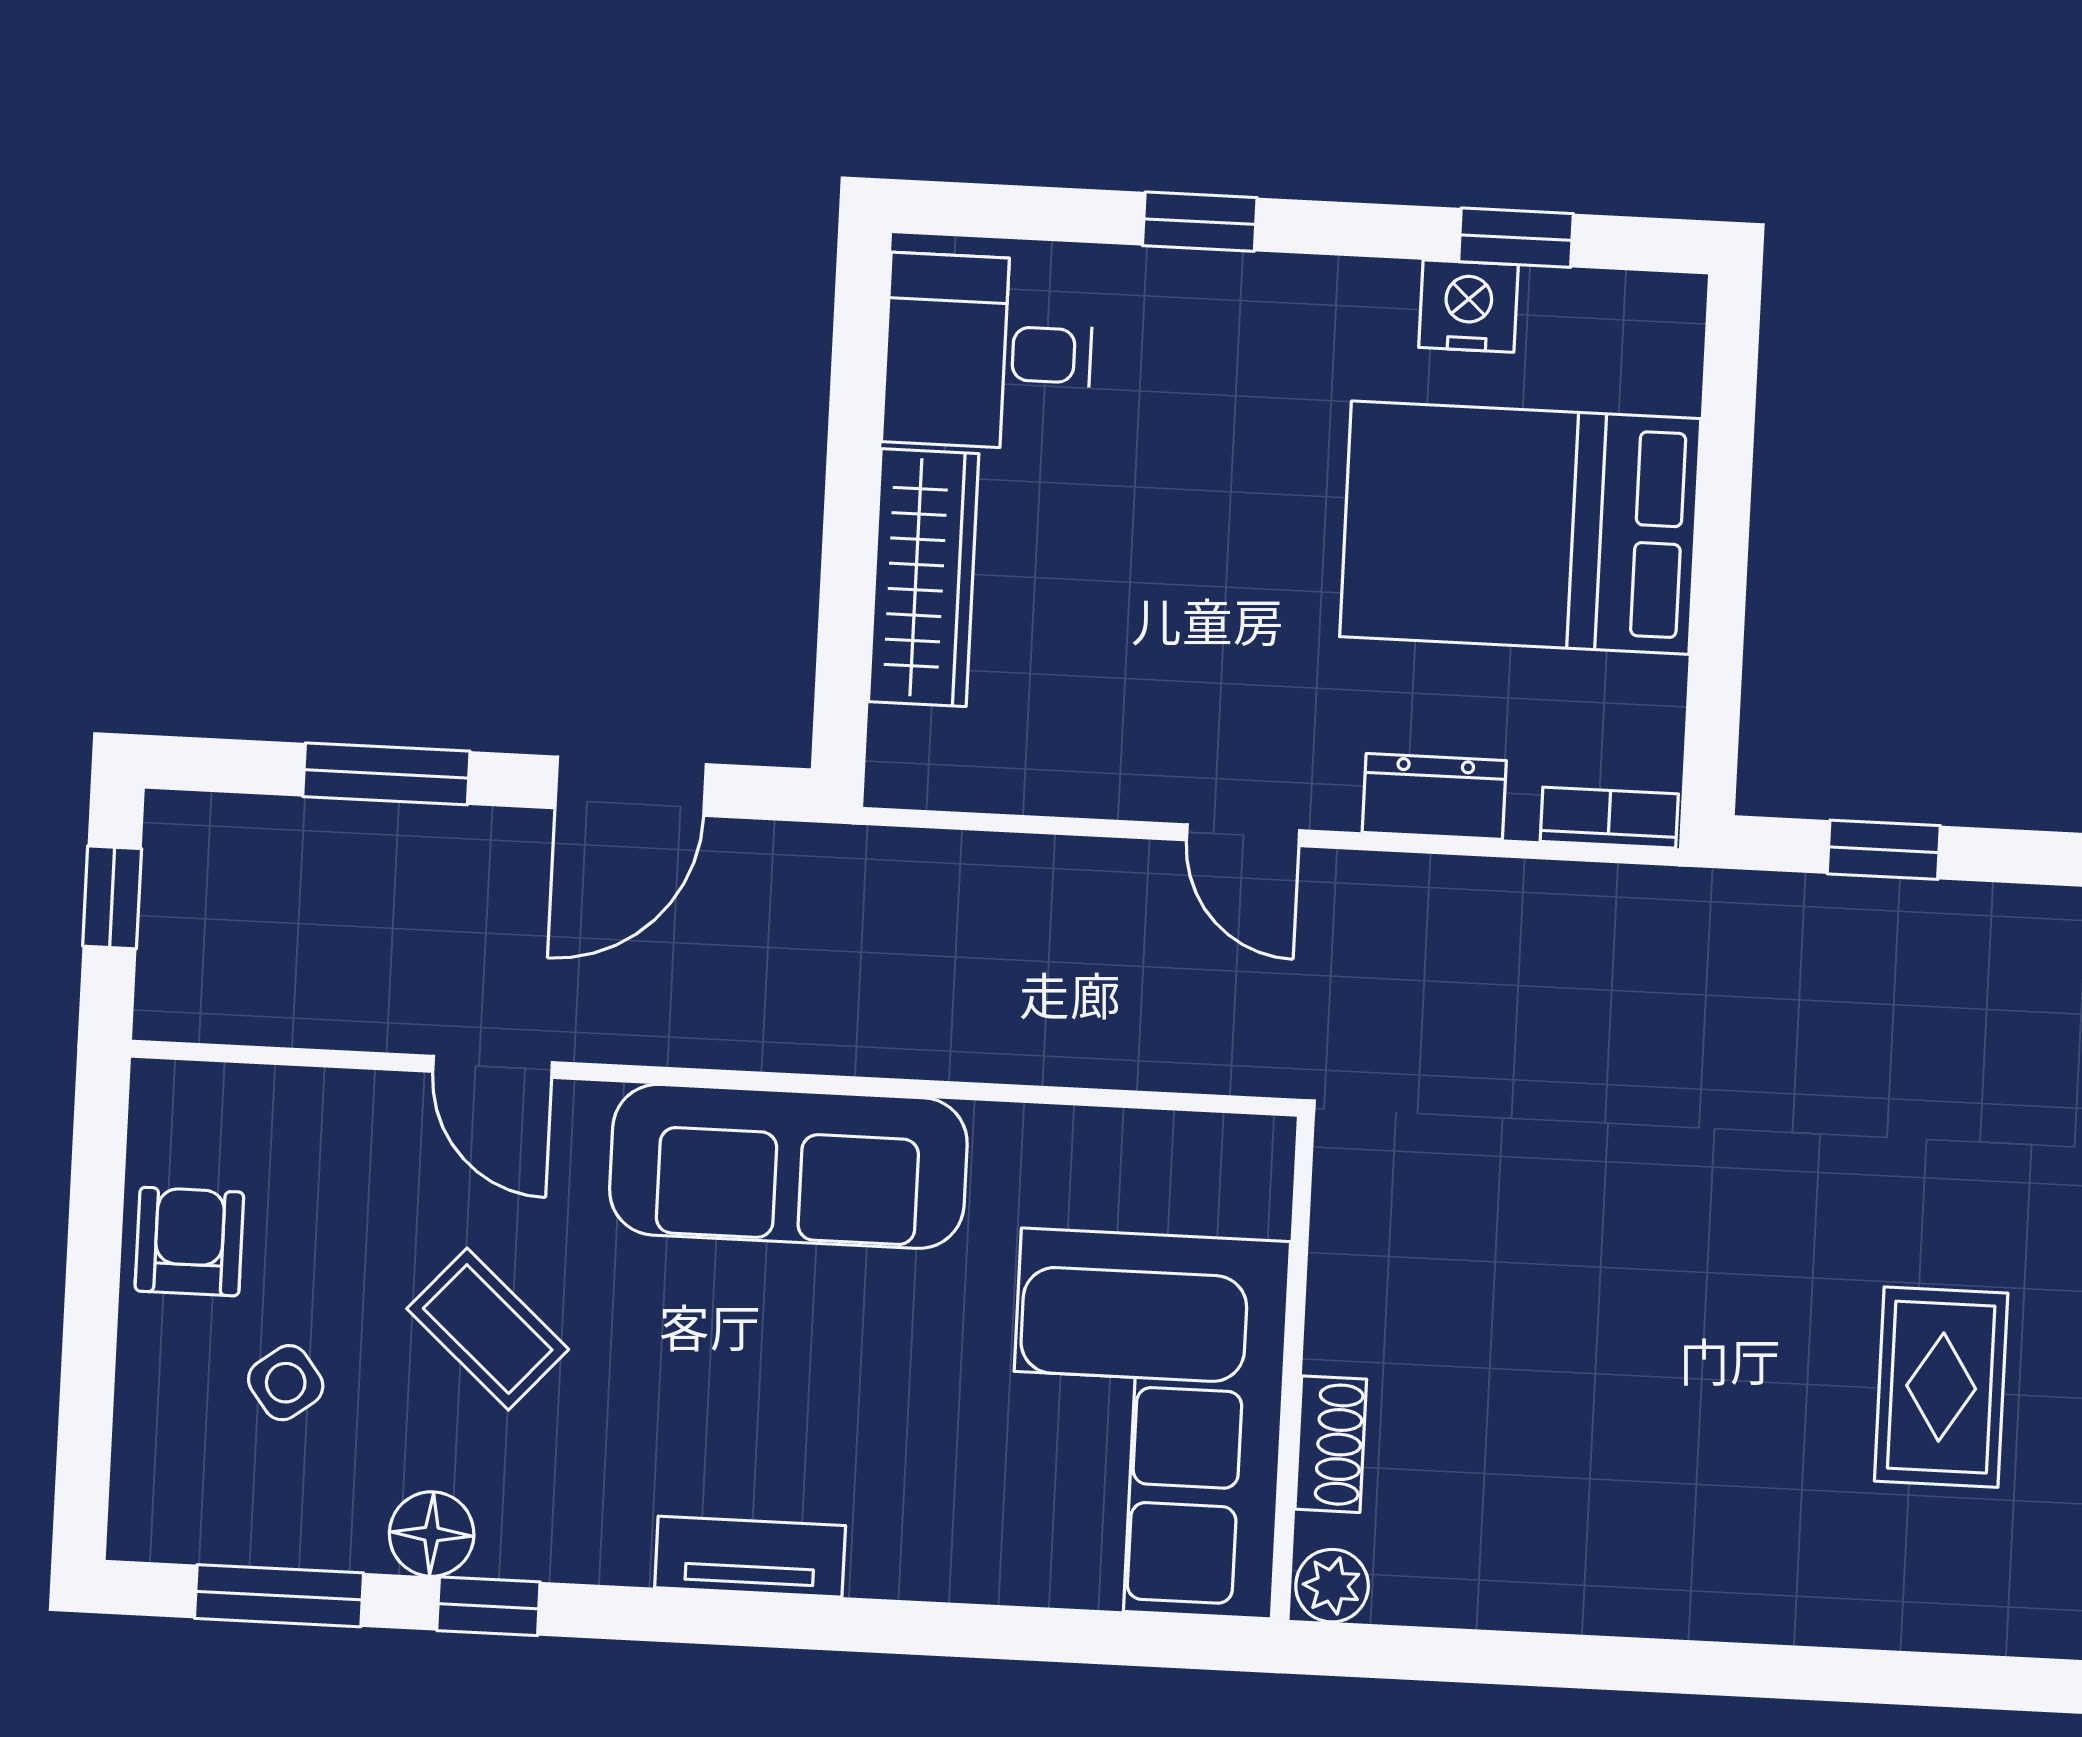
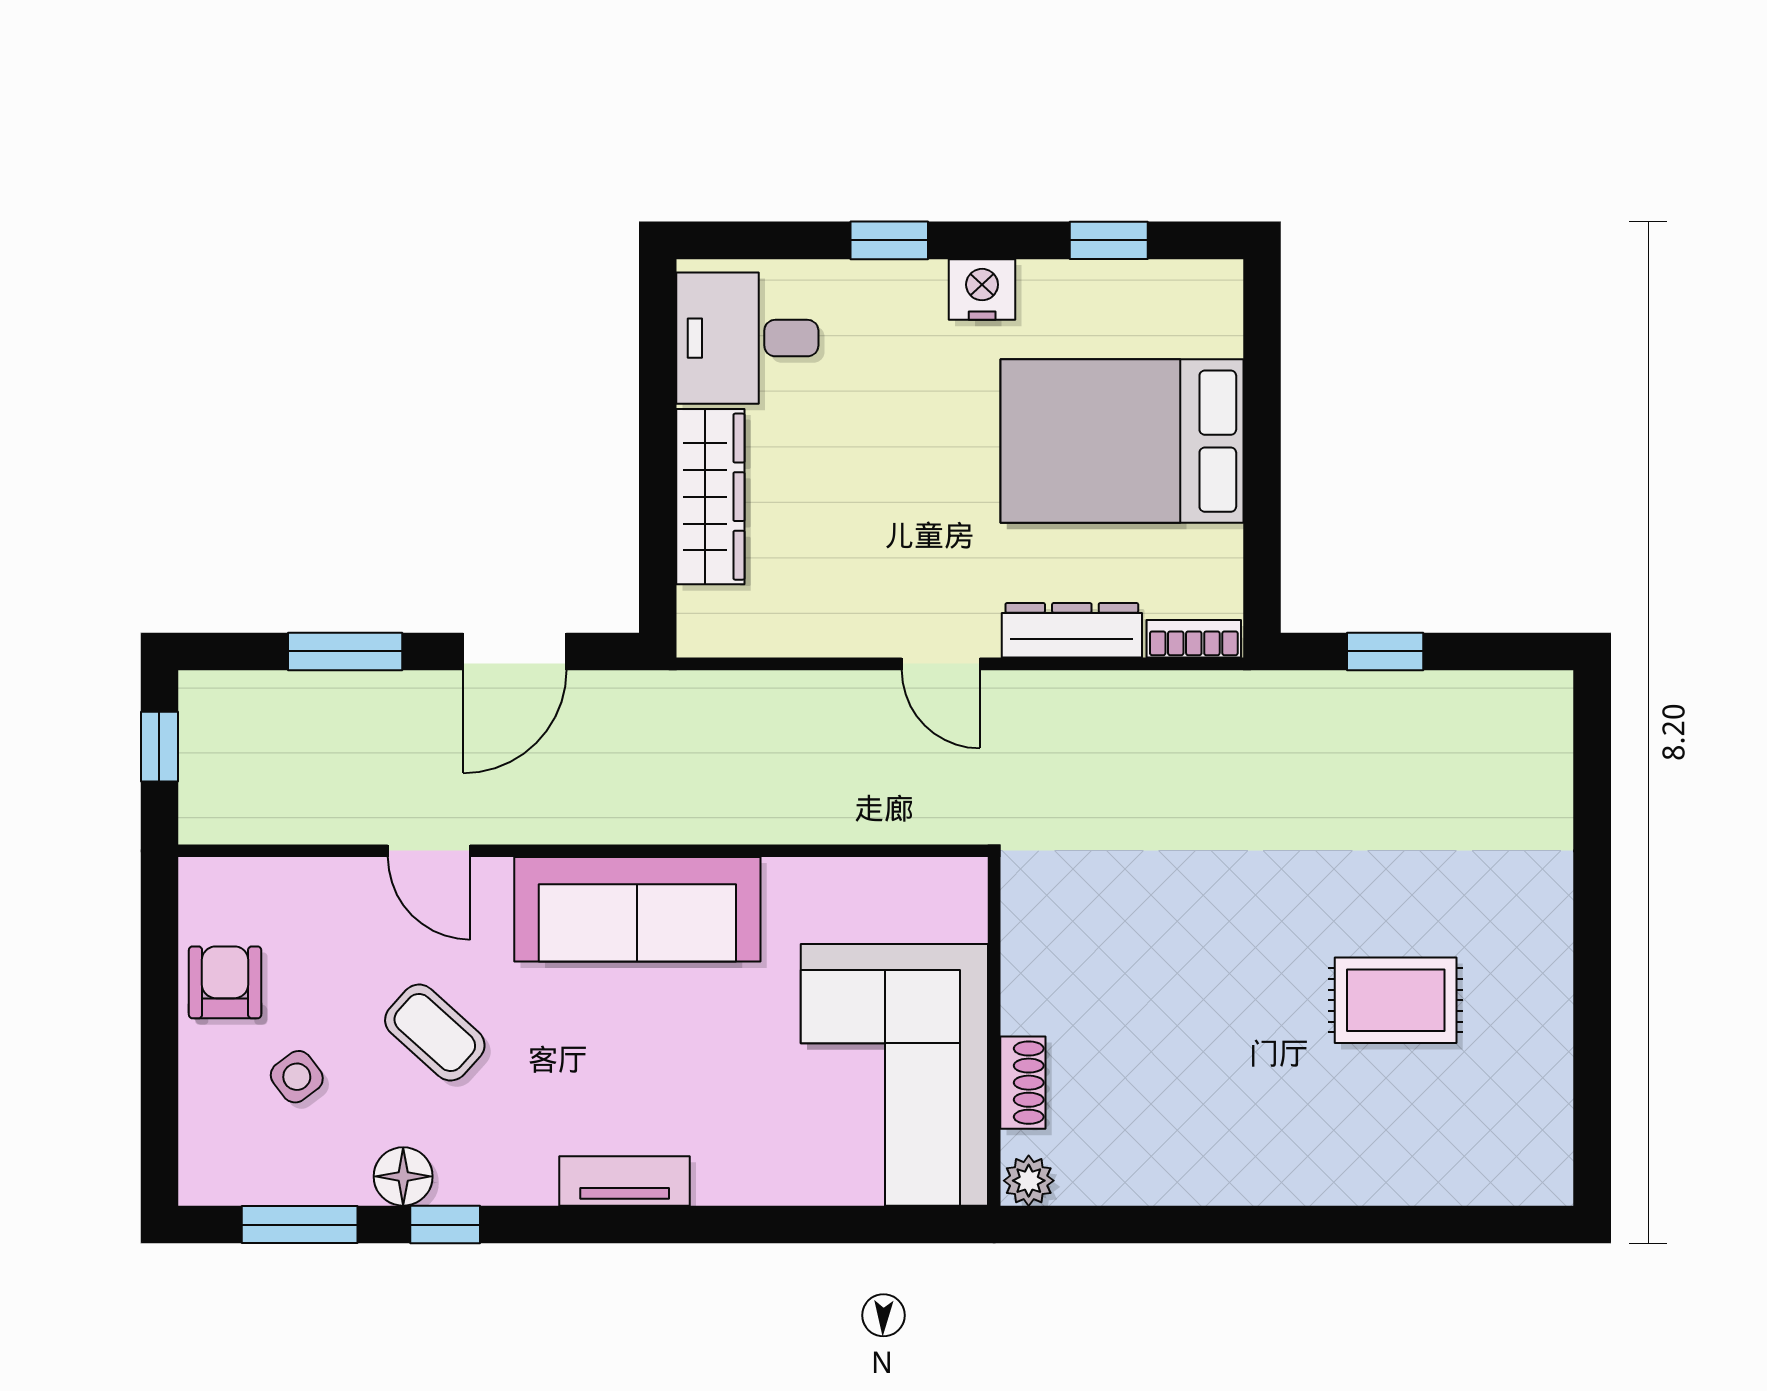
nightstand: (1468, 306) -> (982, 289), moved
dresser: (1434, 796) -> (1072, 630), width x1.44
rug: (1941, 1387) -> (1396, 1000), moved, turned 90

